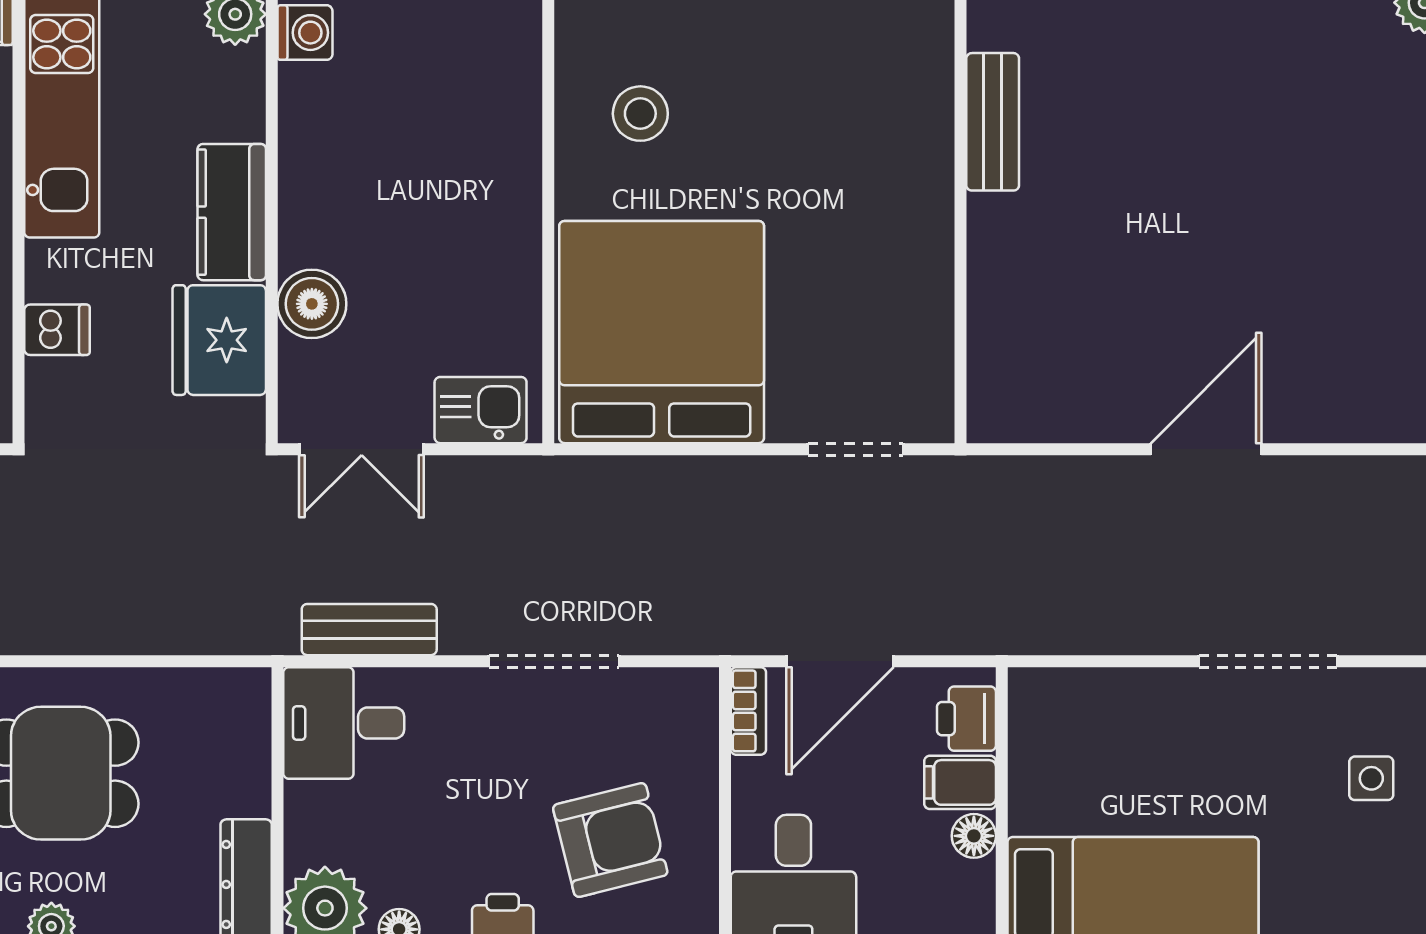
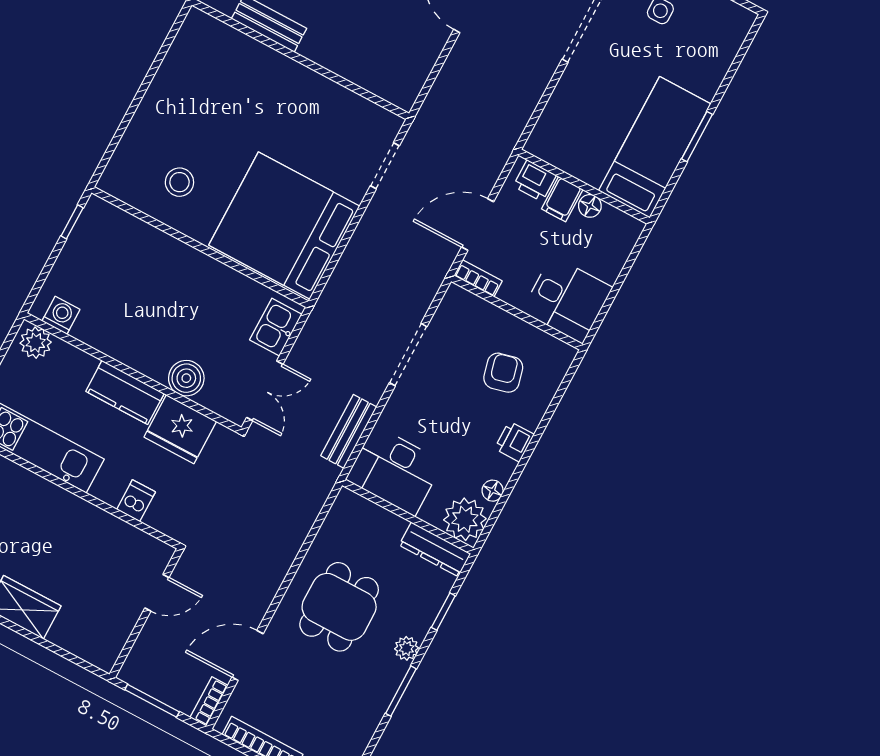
door: (840, 661) -> (478, 224), swing flipped
desk: (344, 723) -> (395, 471), width x1.37
armchair: (610, 840) -> (503, 373), width x0.72, depth x0.72

